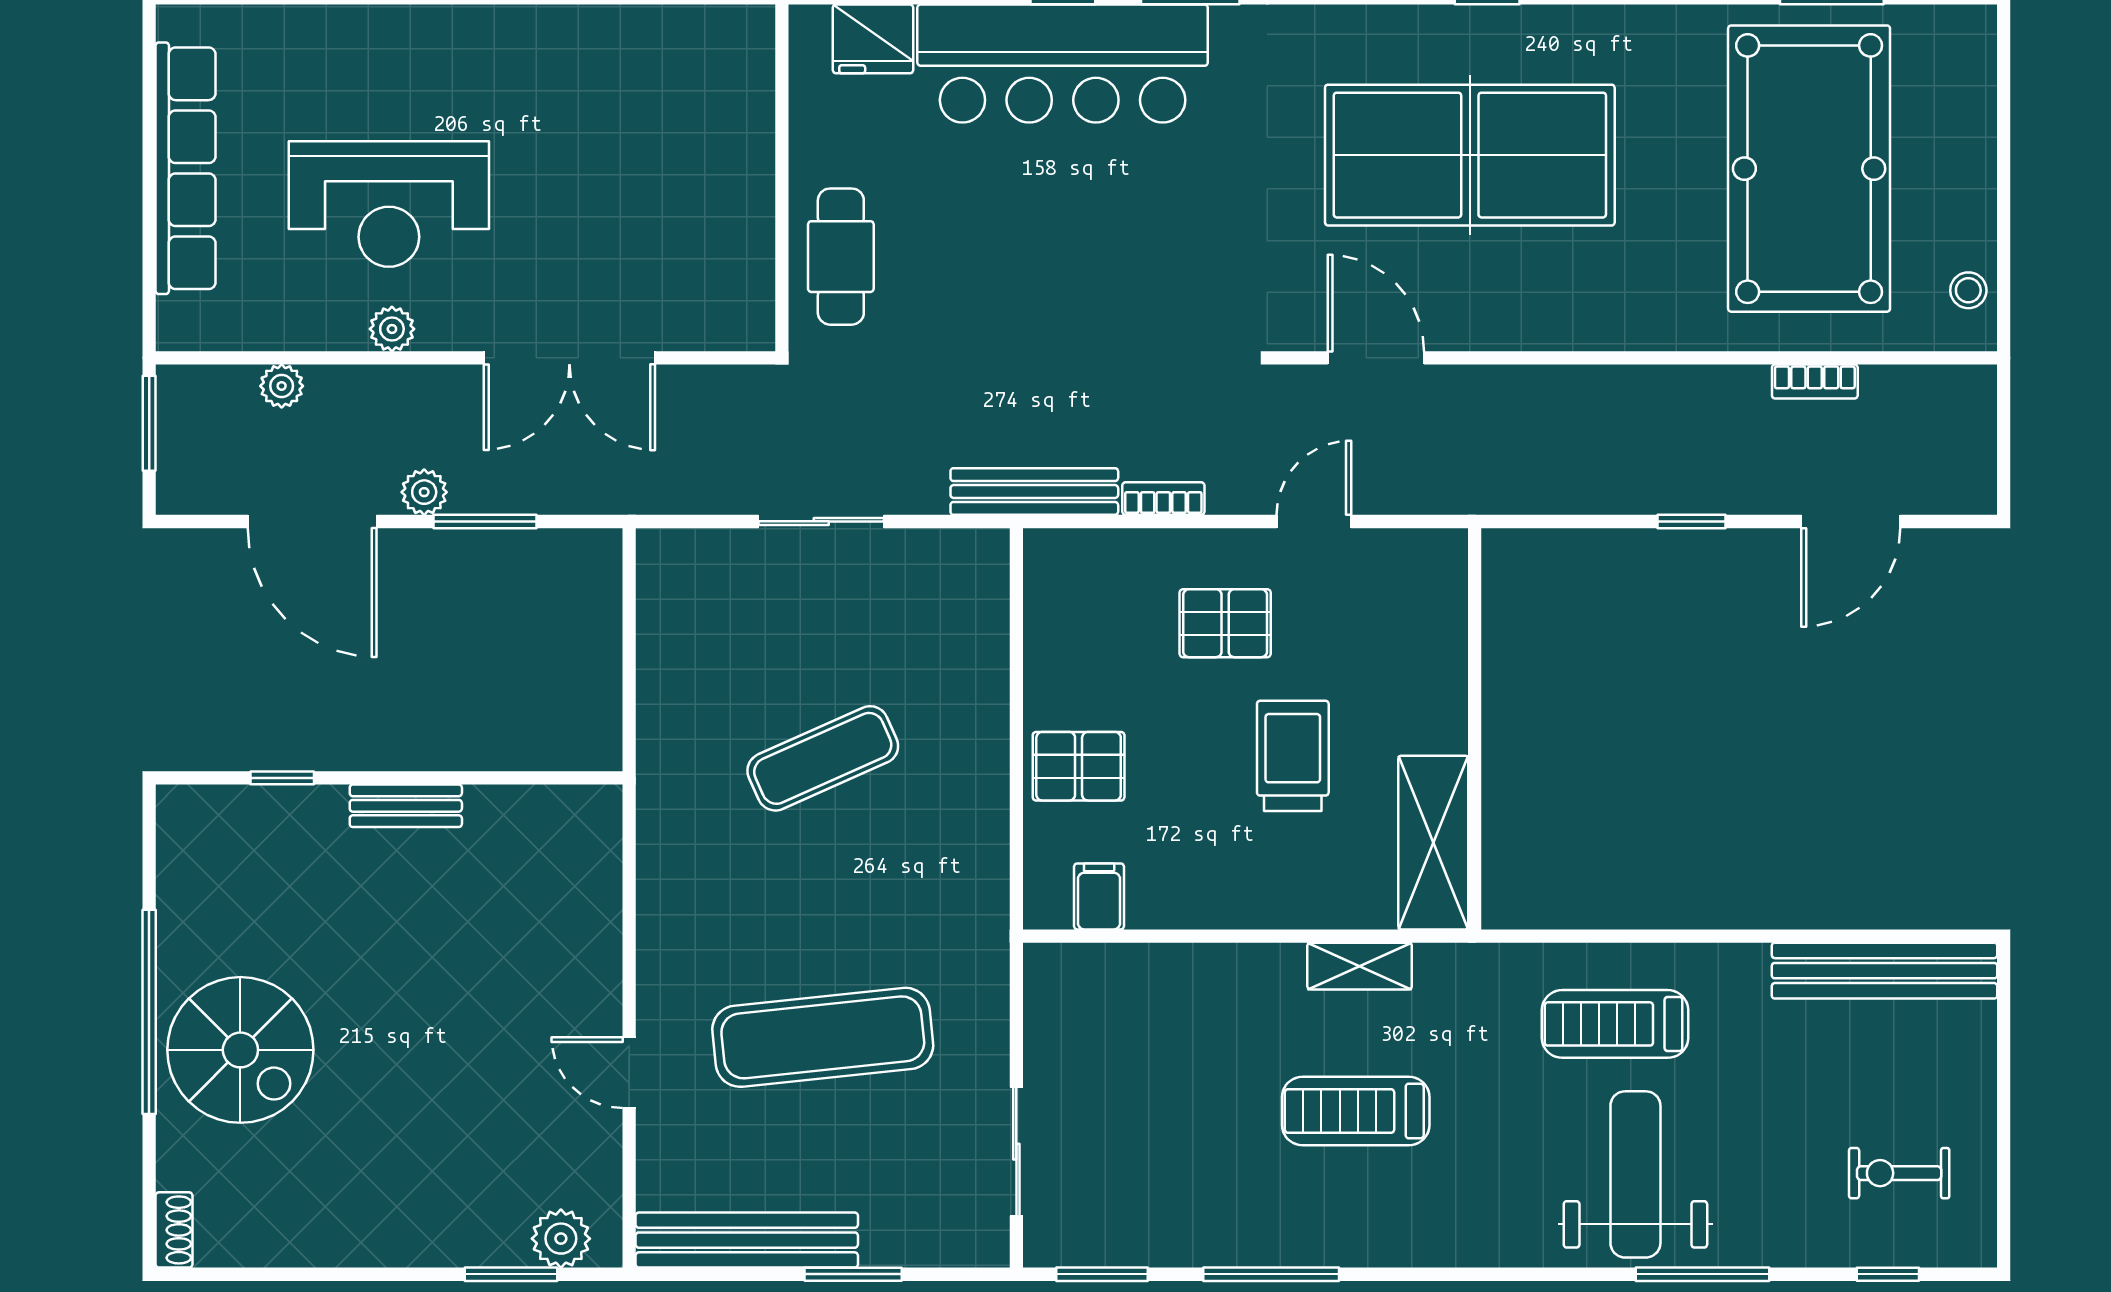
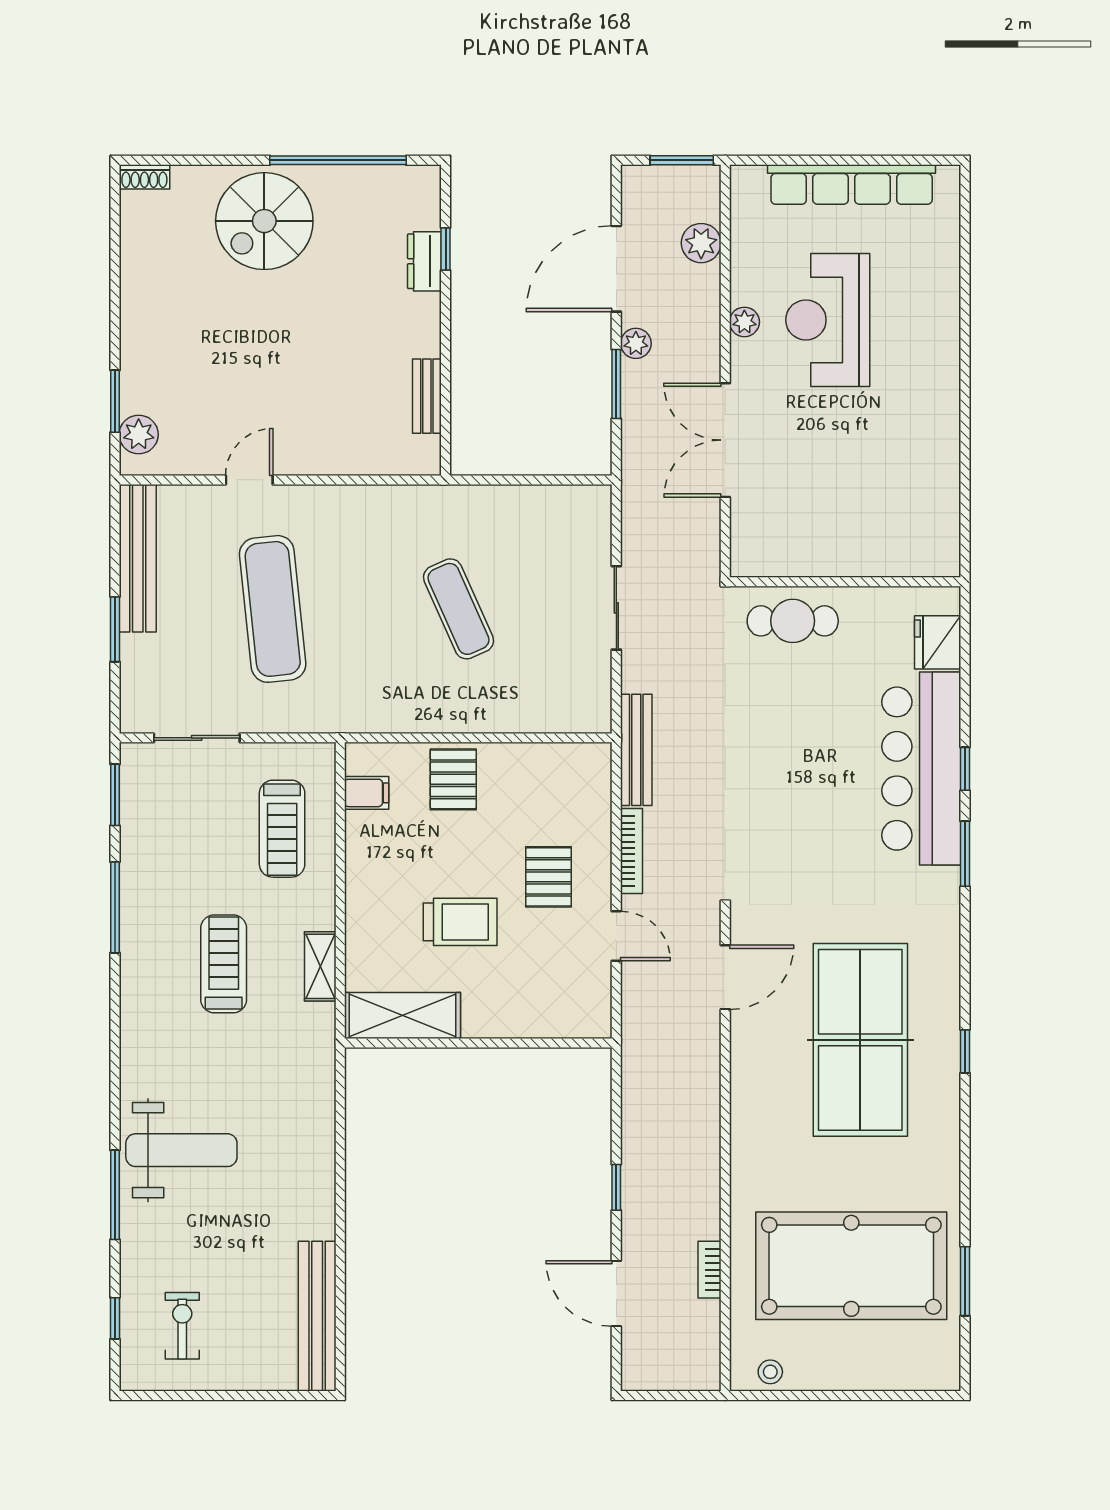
plant: (282, 386) -> (701, 243), width x1.38, depth x1.38
bookcase: (1163, 499) -> (632, 851), width x1.56
bench: (406, 806) -> (427, 396), moved
dresser: (301, 810) -> (424, 261), added
window: (149, 1012) -> (338, 160), moved
treadmill: (1615, 1024) -> (282, 829), moved, turned 180

